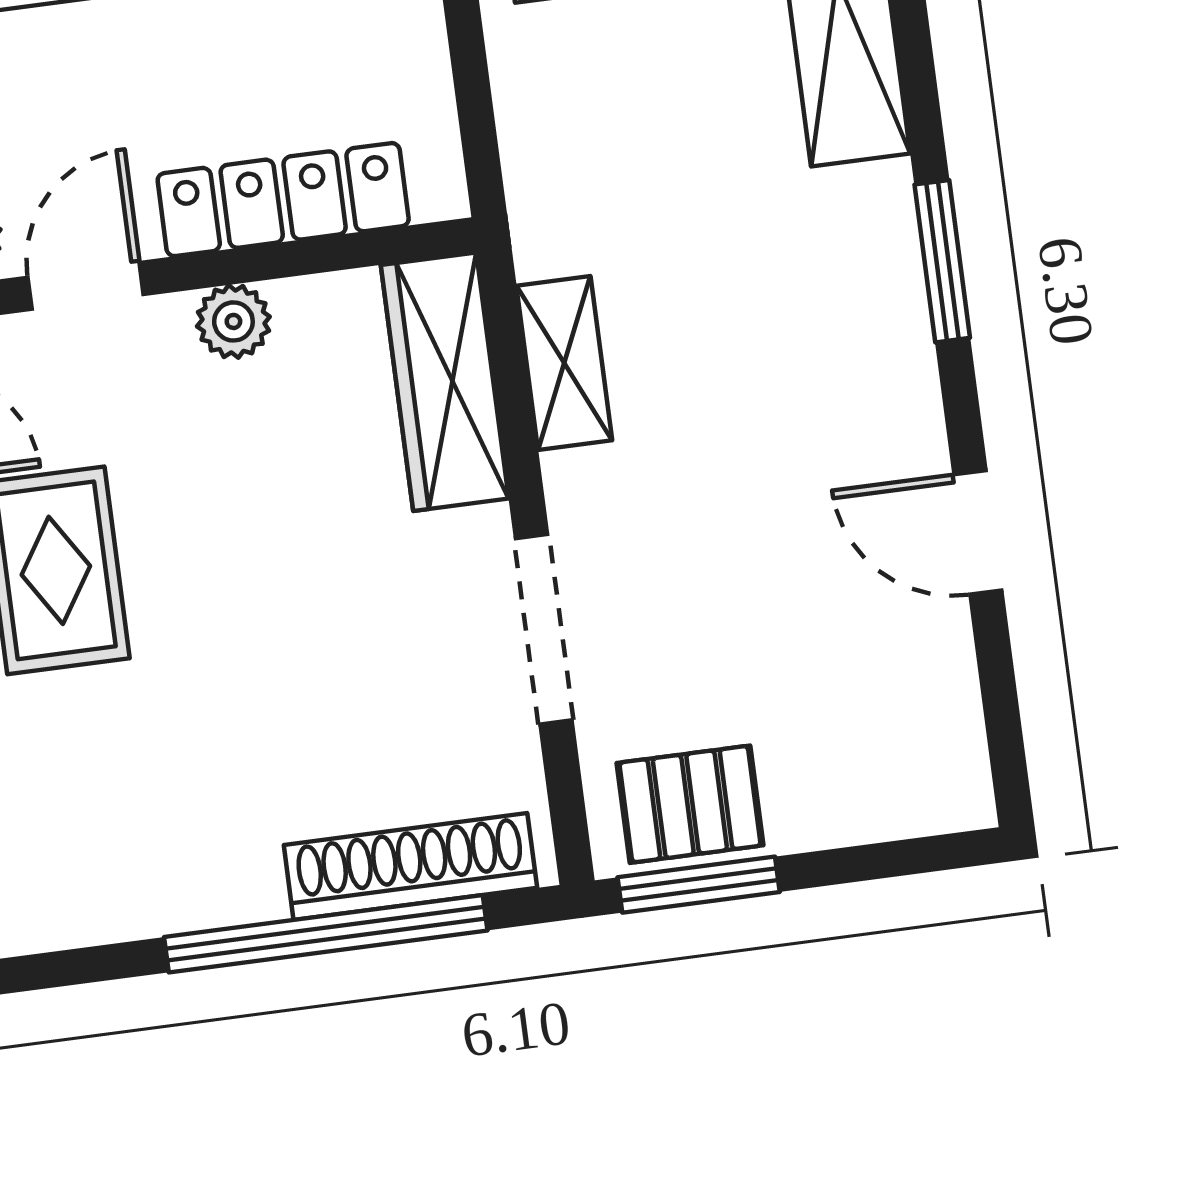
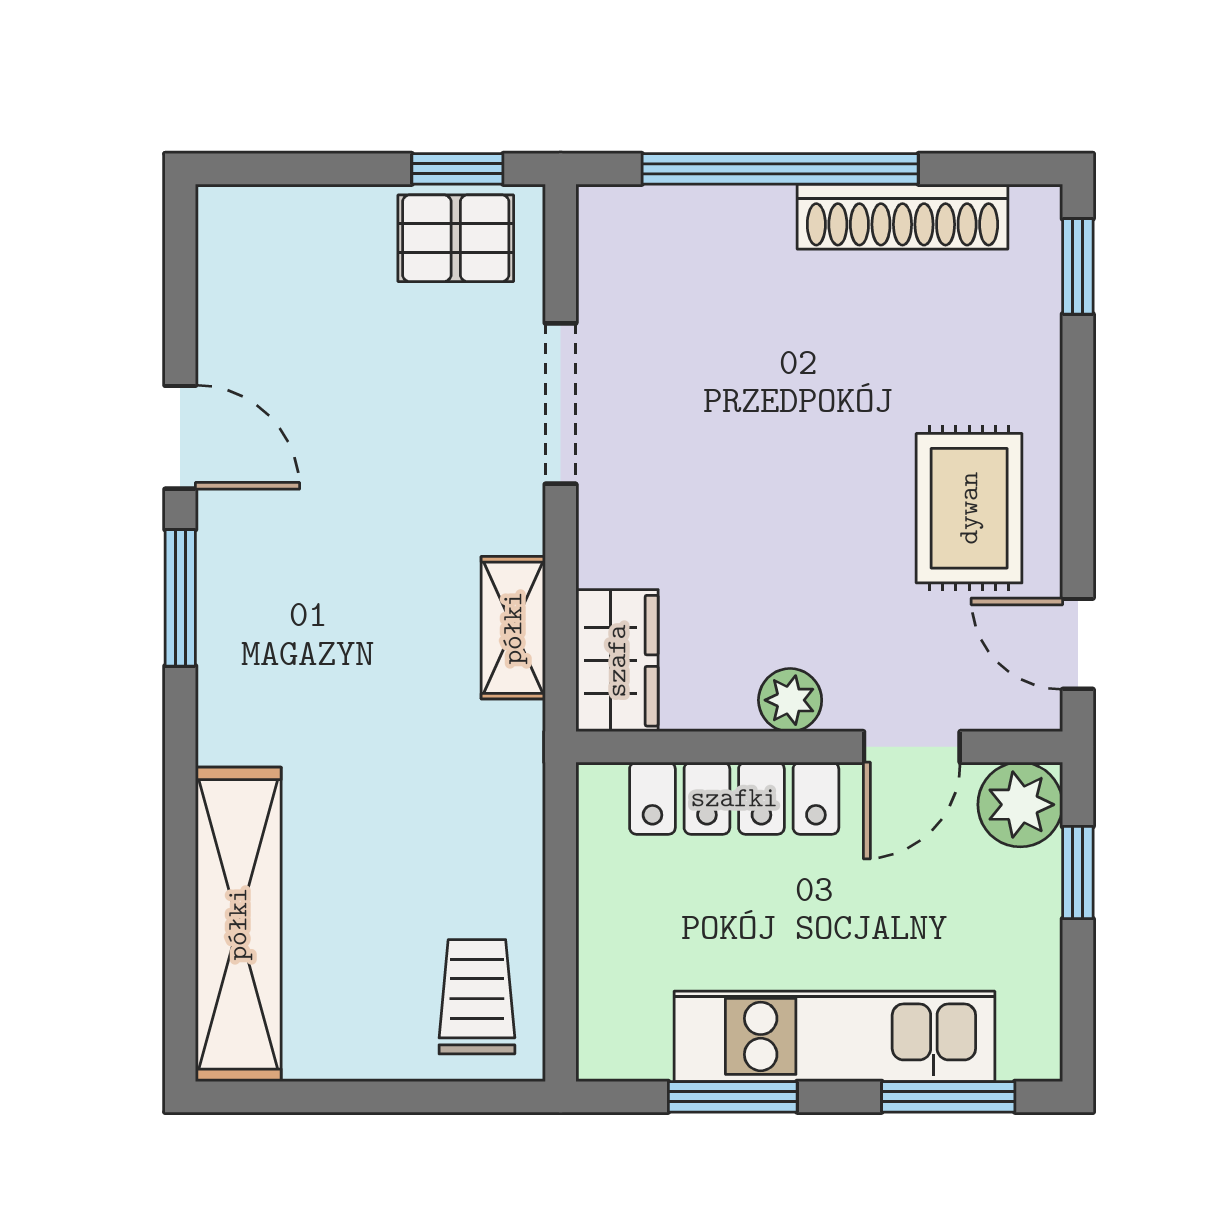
window: (942, 261) -> (180, 598), moved
wardrobe: (445, 382) -> (617, 661), width x0.67
shoe rack: (410, 866) -> (902, 217), moved
window: (699, 885) -> (457, 169), width x0.67

